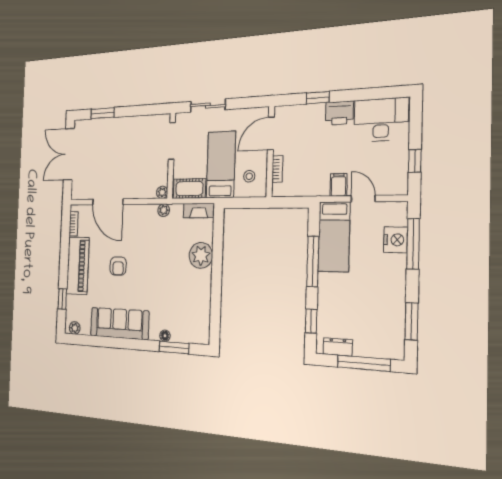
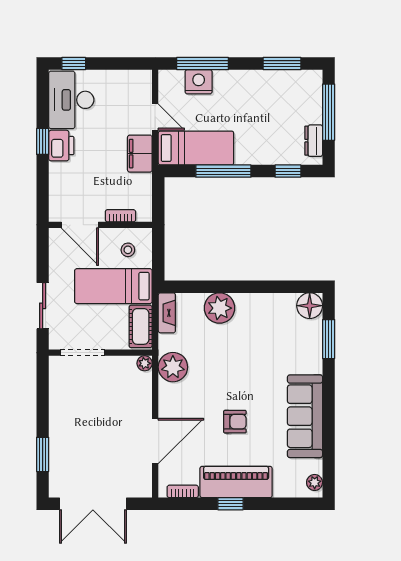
window: (318, 98) -> (43, 141), moved
window: (415, 161) -> (74, 64), moved
filing cabinet: (339, 185) -> (140, 154), width x2.00
door: (363, 199) -> (155, 117), swing flipped
plant: (164, 210) -> (173, 367), width x1.88, depth x1.88
window: (62, 299) -> (230, 504), moved
floor lamp: (165, 336) -> (310, 306), moved, width x1.89, depth x1.89

